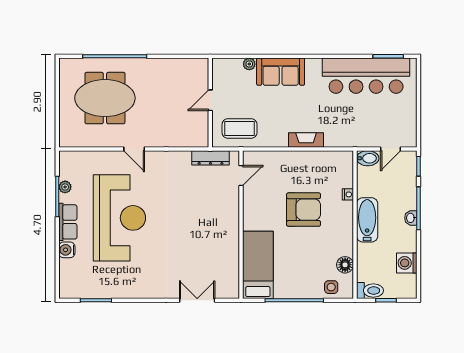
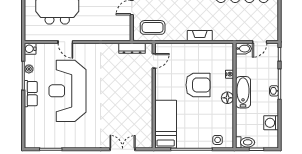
door: (134, 149) -> (65, 42), moved
reception desk: (119, 218) -> (67, 91), turned 180
water cooler: (67, 250) -> (30, 49), moved
floor lamp: (345, 265) -> (227, 98), moved

